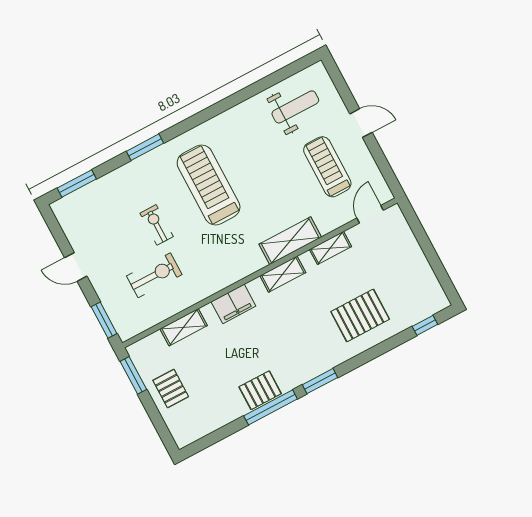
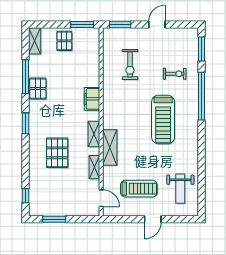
window: (145, 147) -> (202, 96), width x2.11
treadmill: (209, 185) -> (163, 120), turned 90
exercise bike: (157, 225) -> (175, 74), moved
window: (437, 266) -> (54, 219), added
pallet: (360, 315) -> (57, 153), moved
shelving: (184, 327) -> (35, 41), moved
pallet: (171, 389) -> (64, 41), turned 90
window: (271, 407) -> (26, 77), moved

